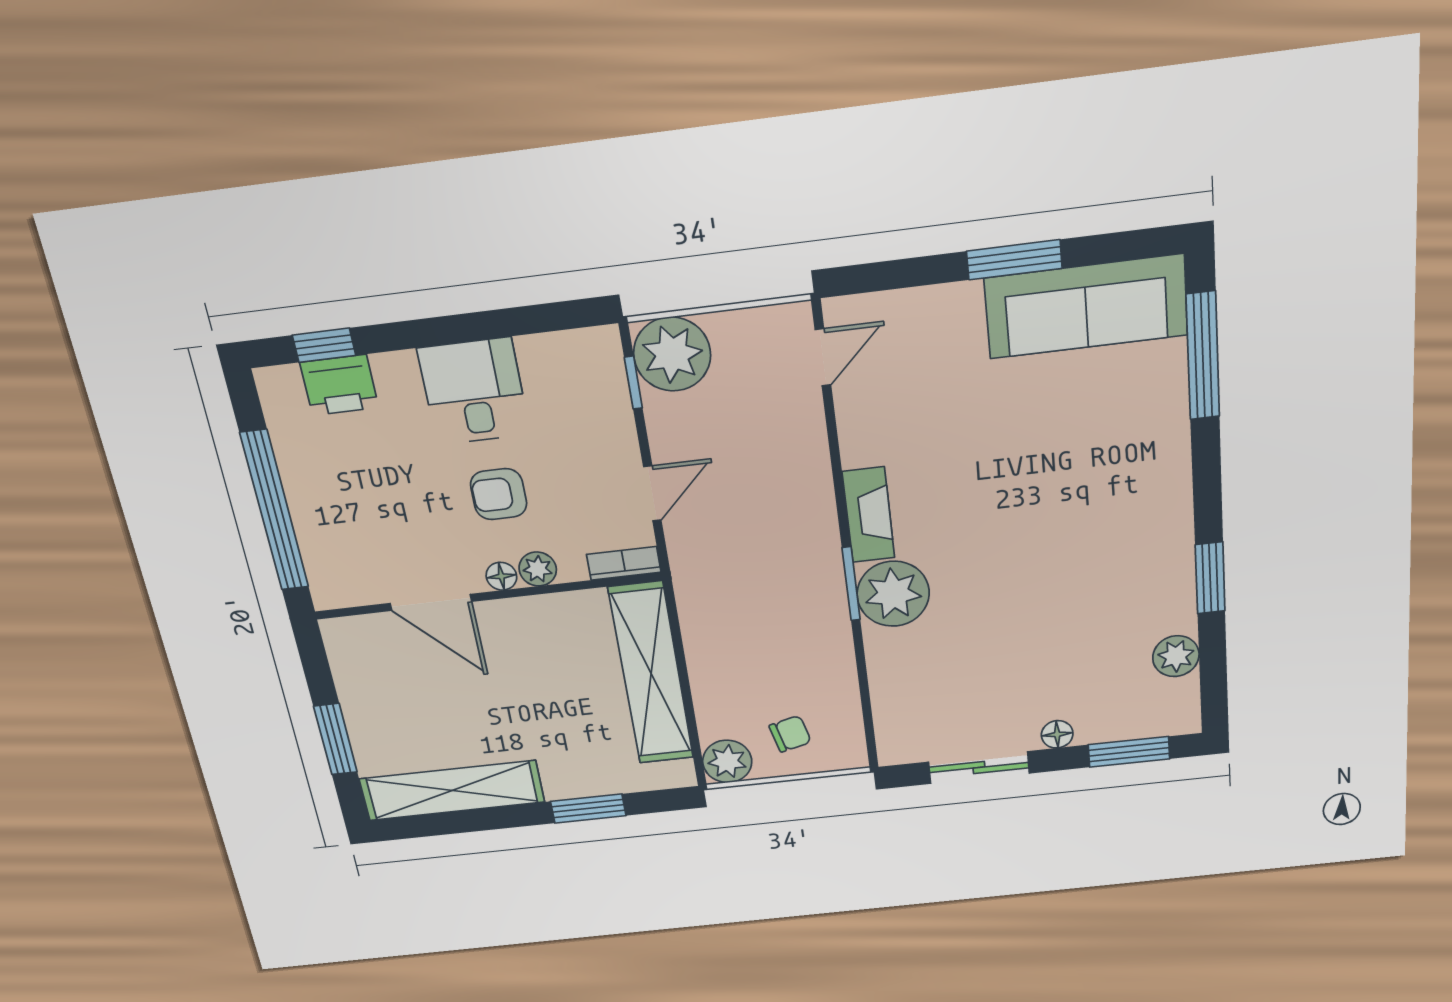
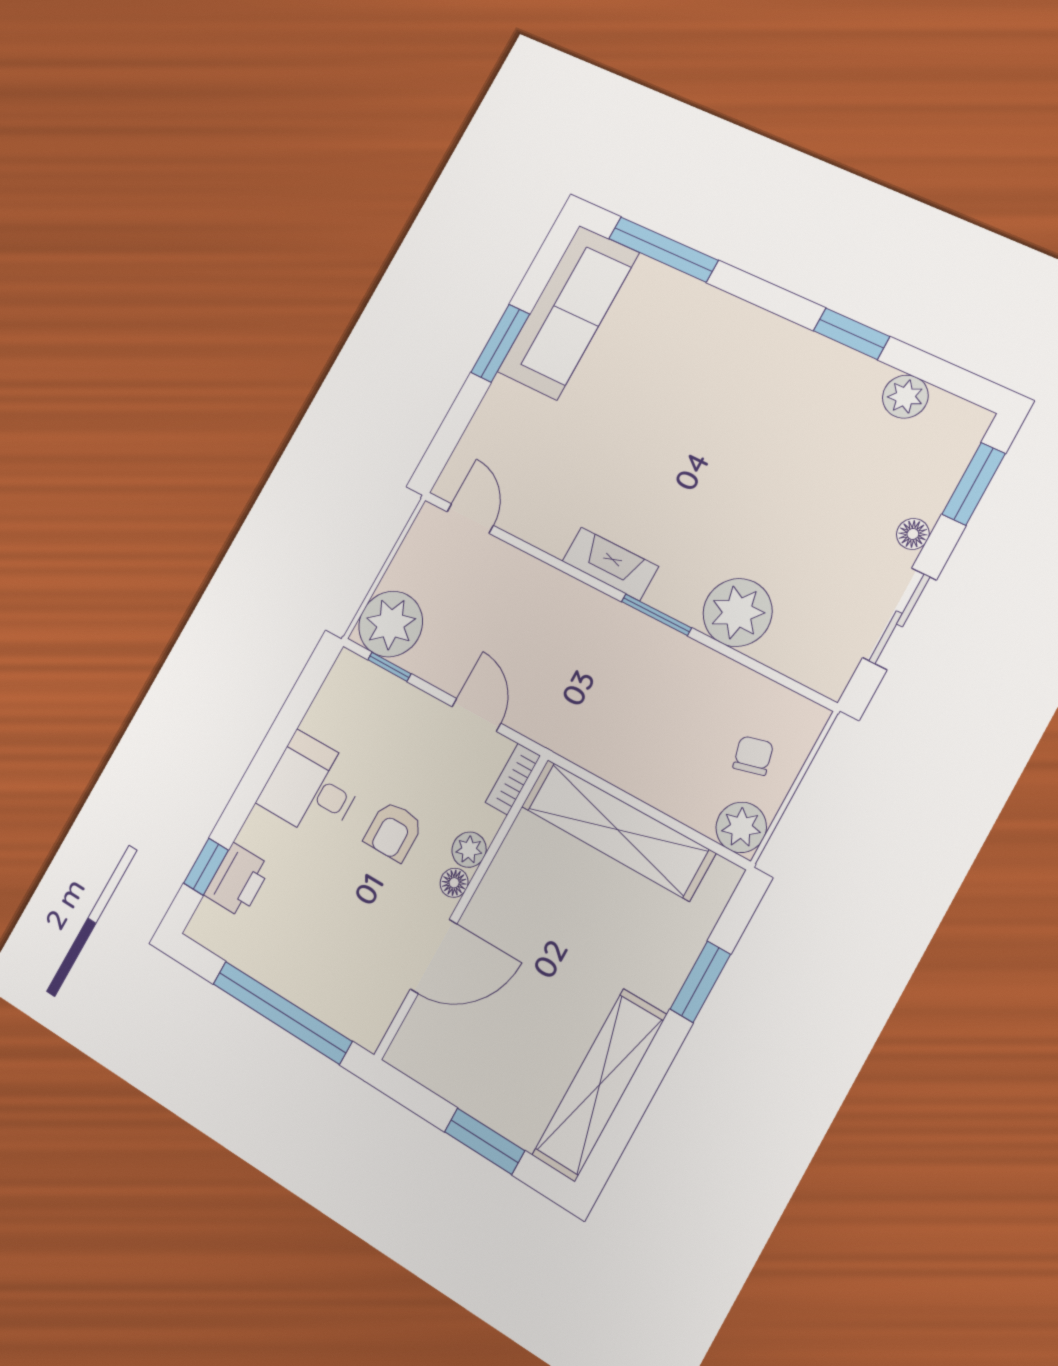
plant: (893, 594) -> (738, 612), moved

